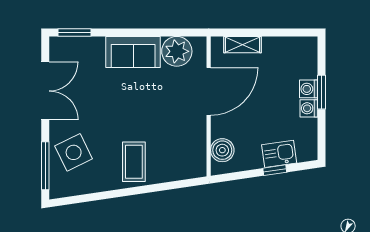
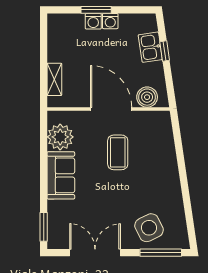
door: (209, 91) -> (111, 109), moved
coffee table: (134, 162) -> (118, 152), moved, turned 90

